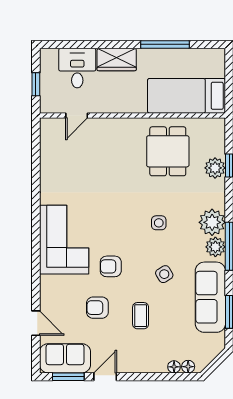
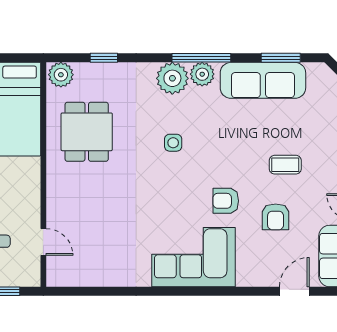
dining table: (168, 151) -> (87, 132), turned 90
plant: (215, 168) -> (61, 75), moved
armchair: (111, 266) -> (226, 201), turned 90
side table: (164, 274) -> (235, 136), removed

